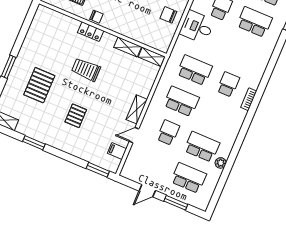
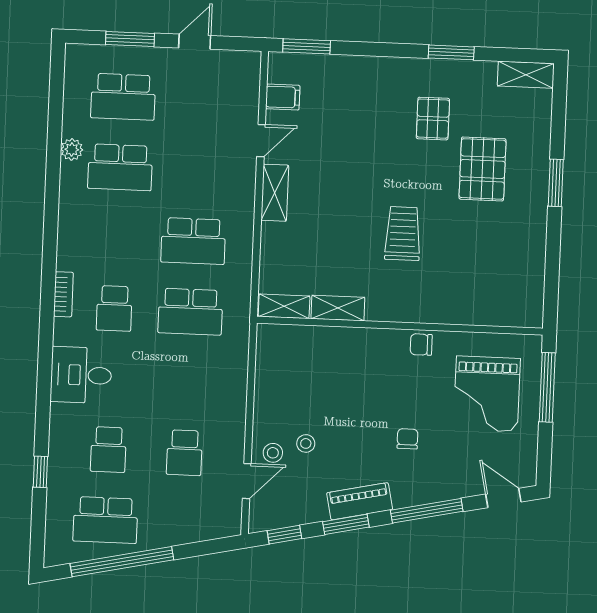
chair: (168, 15) -> (282, 400), removed
school desk: (255, 22) -> (108, 450), width x0.54
desk: (197, 27) -> (81, 375), moved, turned 180
locker: (91, 32) -> (421, 311), removed
trolley: (86, 70) -> (403, 234), turned -90
pallet: (76, 116) -> (433, 119), moved
school desk: (168, 133) -> (196, 171), removed

